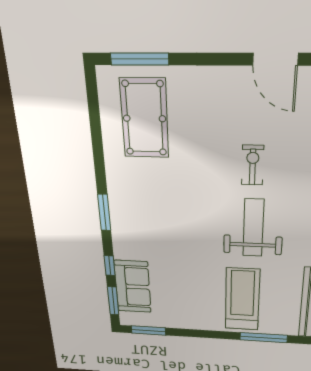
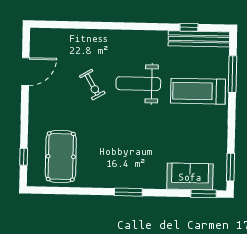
window: (140, 59) -> (24, 157), width x0.46
pool table: (145, 118) -> (61, 157), turned 90
exercise bike: (253, 165) -> (92, 85), turned -120
window: (110, 266) -> (172, 193), removed

